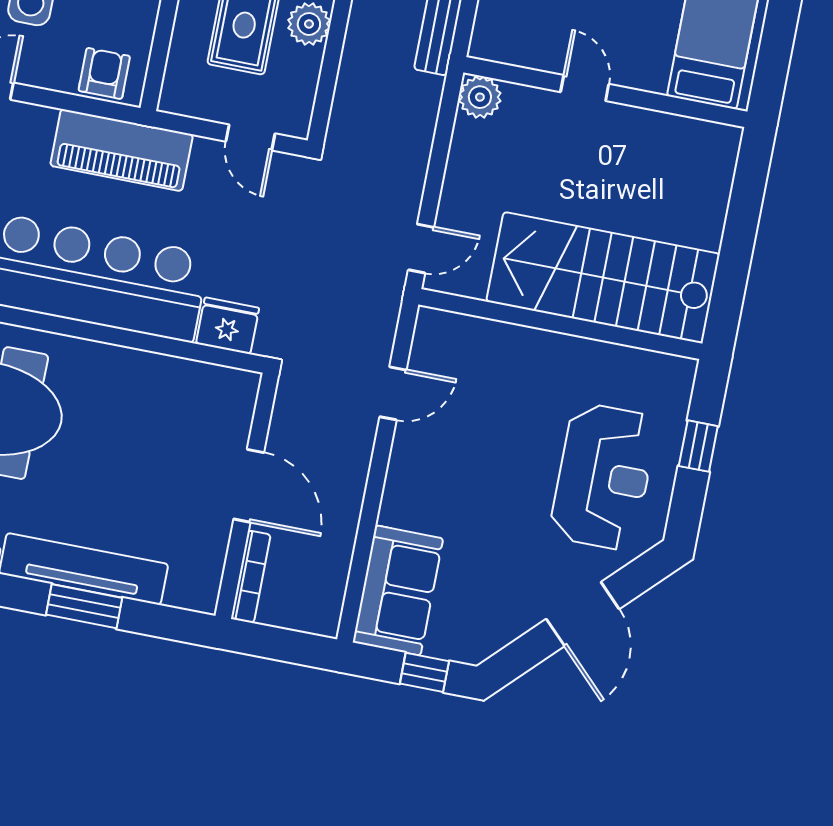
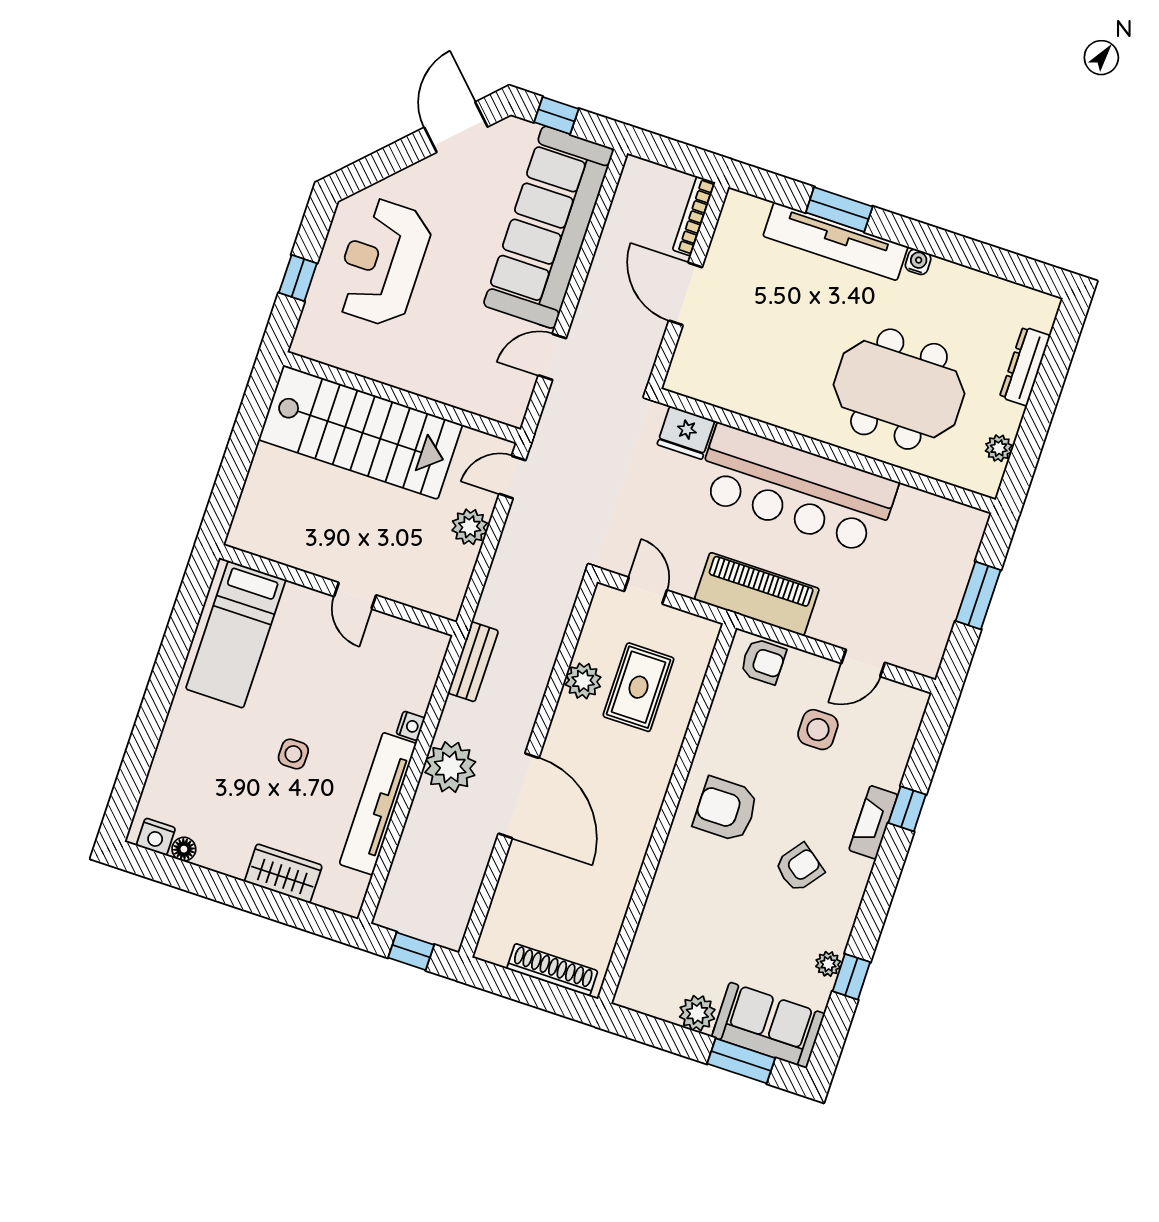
armchair: (104, 73) -> (763, 661), turned -90
plant: (480, 97) -> (470, 527), moved
sofa: (398, 590) -> (549, 227), width x1.85, depth x1.27
door: (583, 614) -> (456, 127), moved

